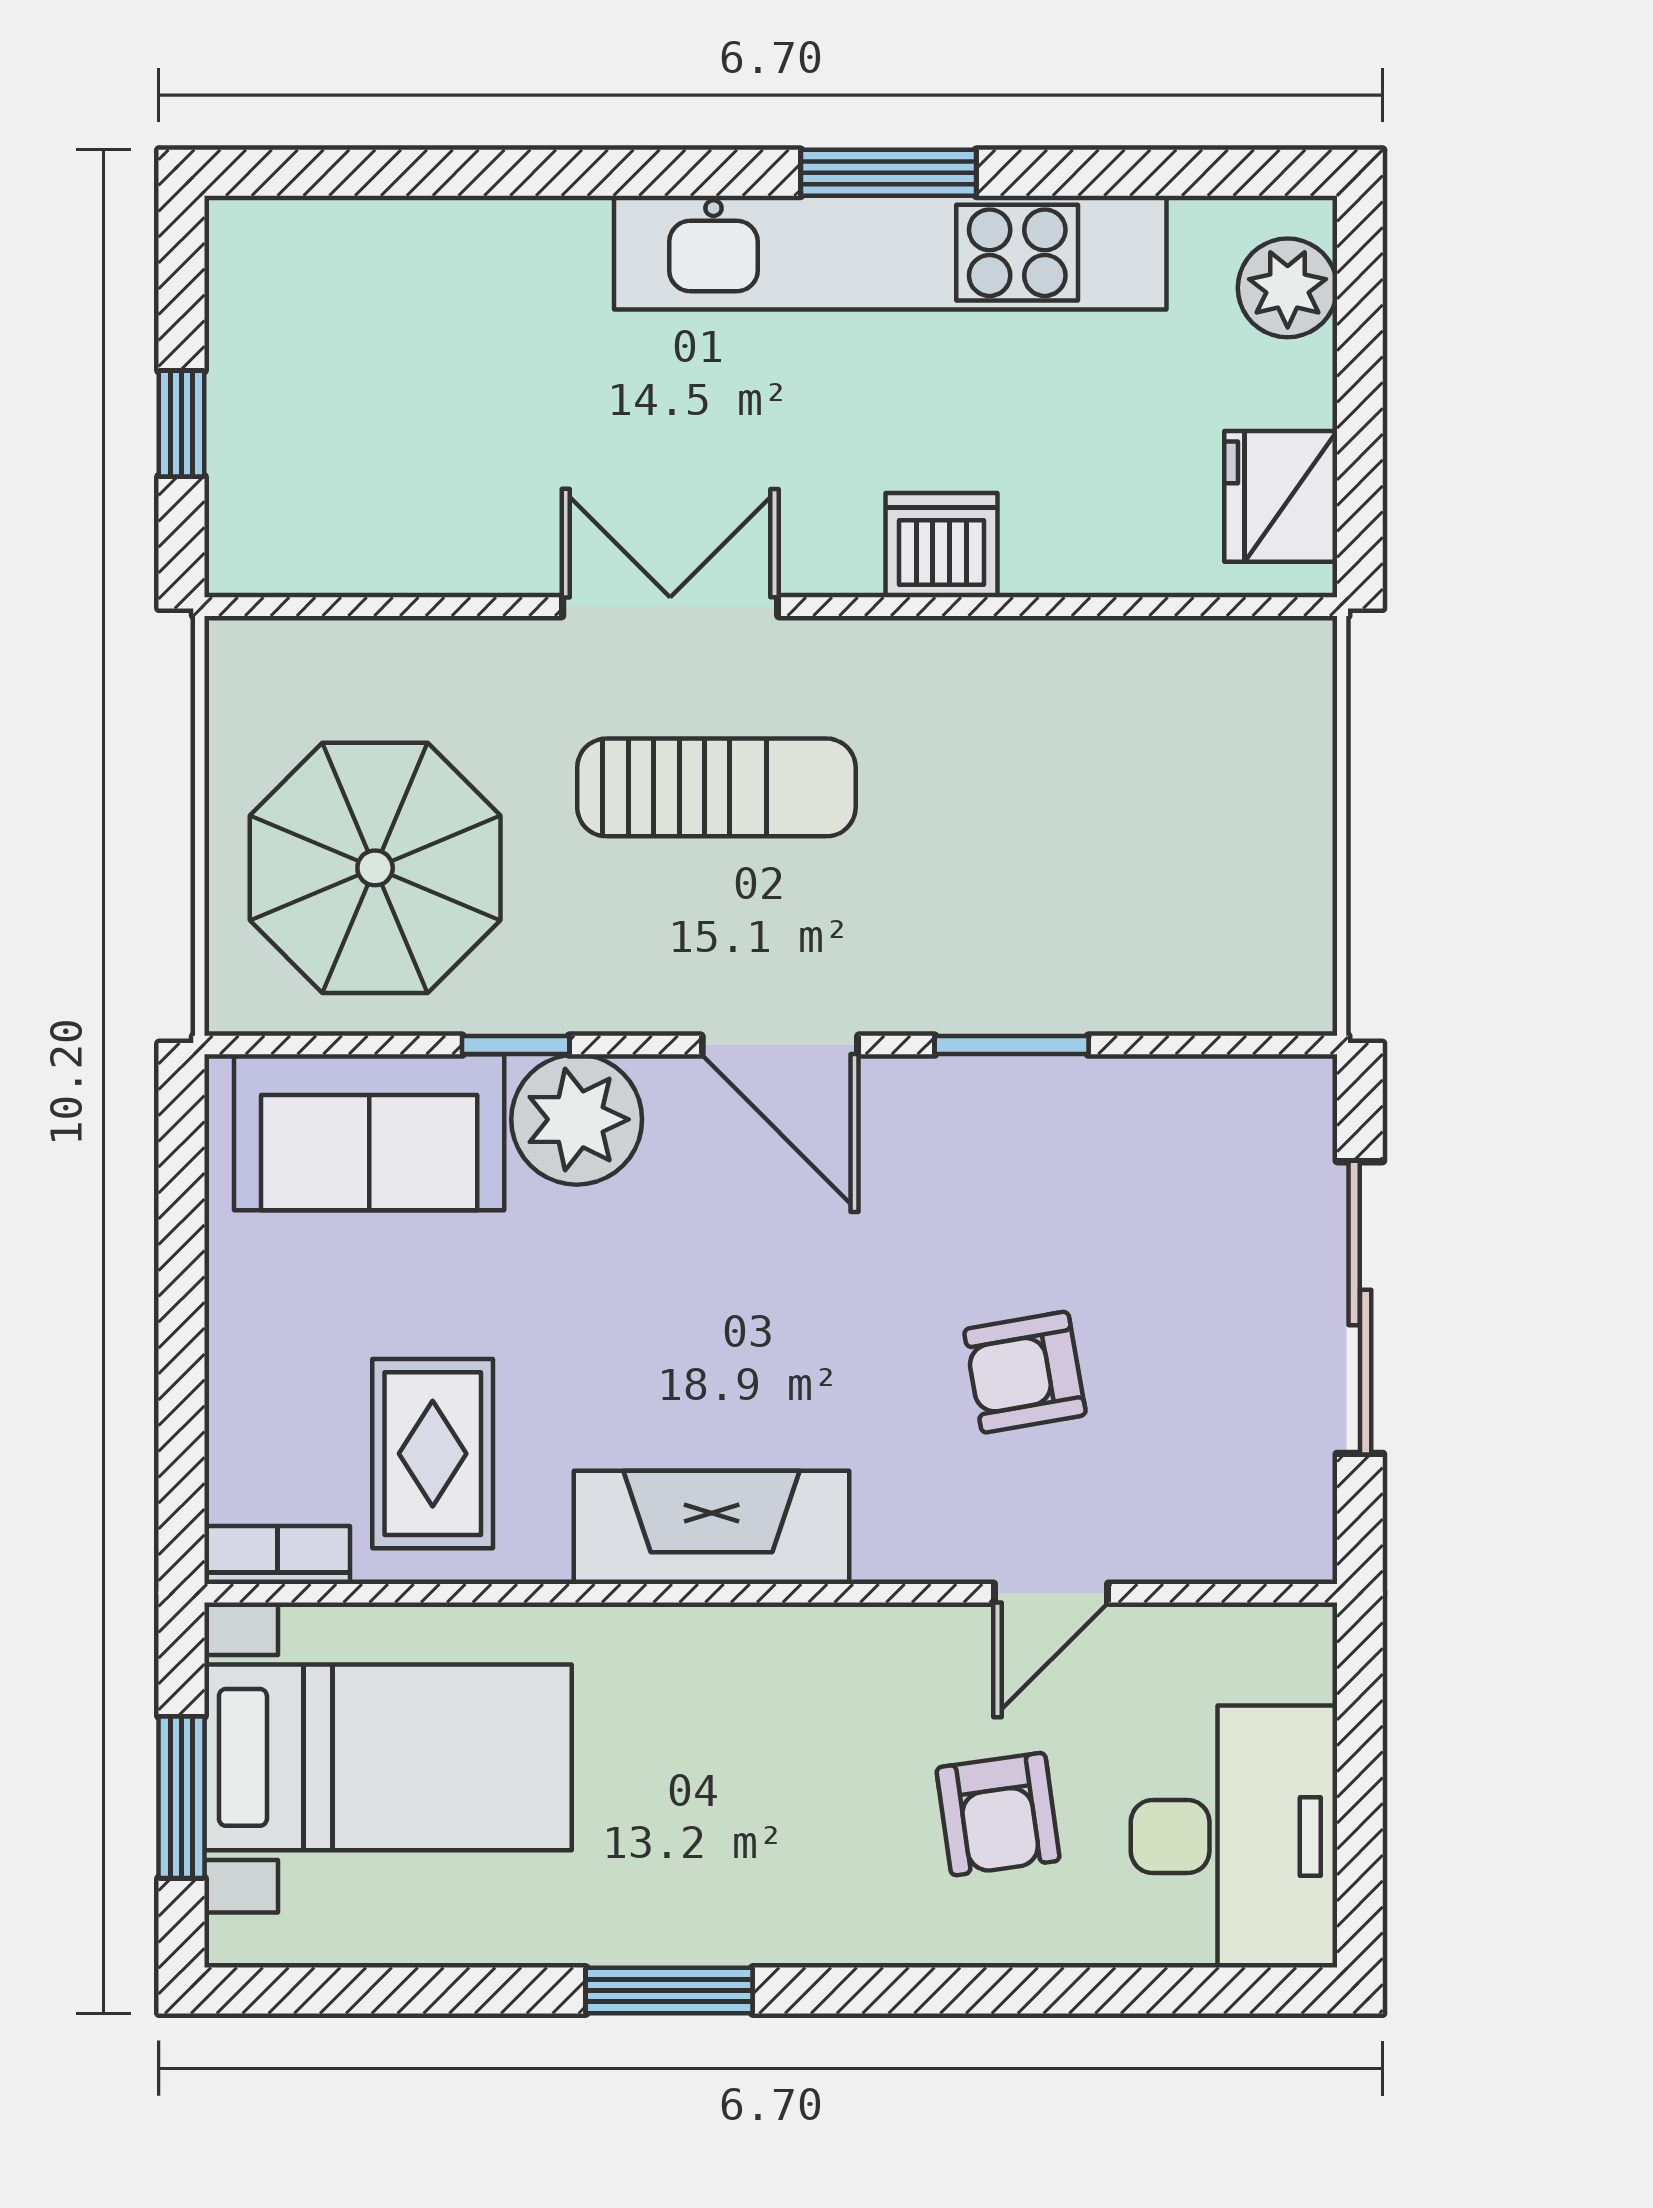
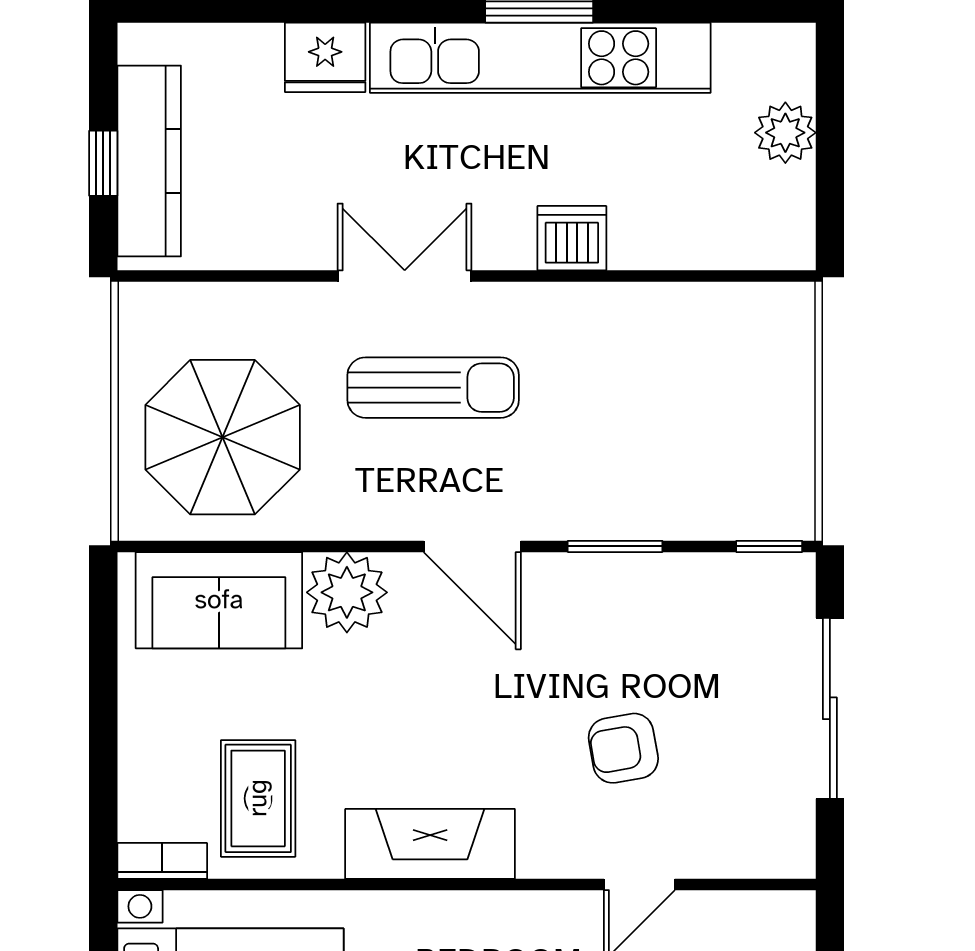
plant: (1288, 288) -> (785, 133), moved
kitchen counter: (256, 420) -> (149, 161), added
fridge: (1281, 496) -> (325, 57), moved, turned -90
window: (516, 1045) -> (769, 546), moved

